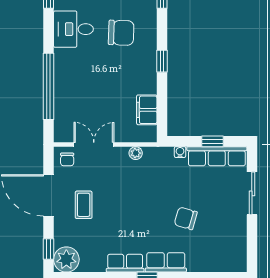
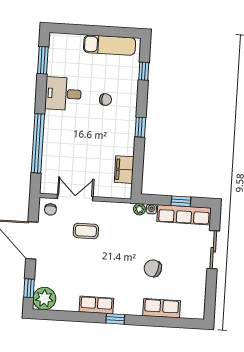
chair: (121, 33) -> (105, 100), width x0.54, depth x0.54
plant: (136, 153) -> (139, 209), moved
coffee table: (84, 205) -> (86, 231), moved, turned 90
row of seats: (166, 262) -> (162, 308), moved

